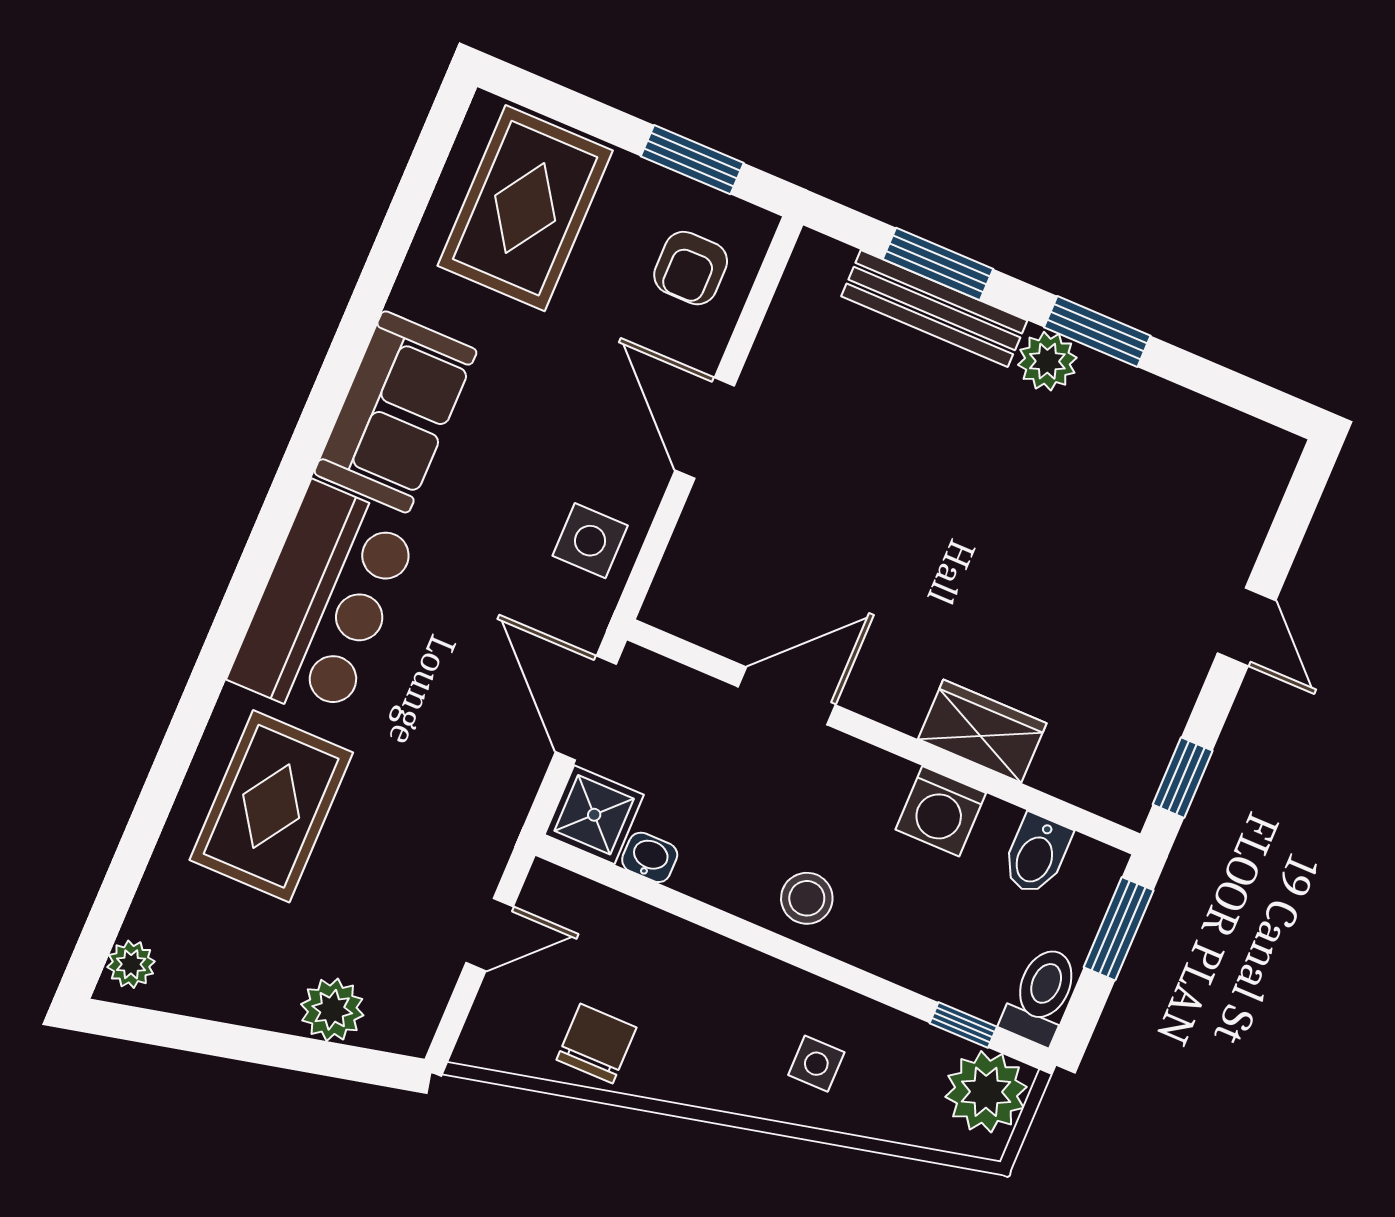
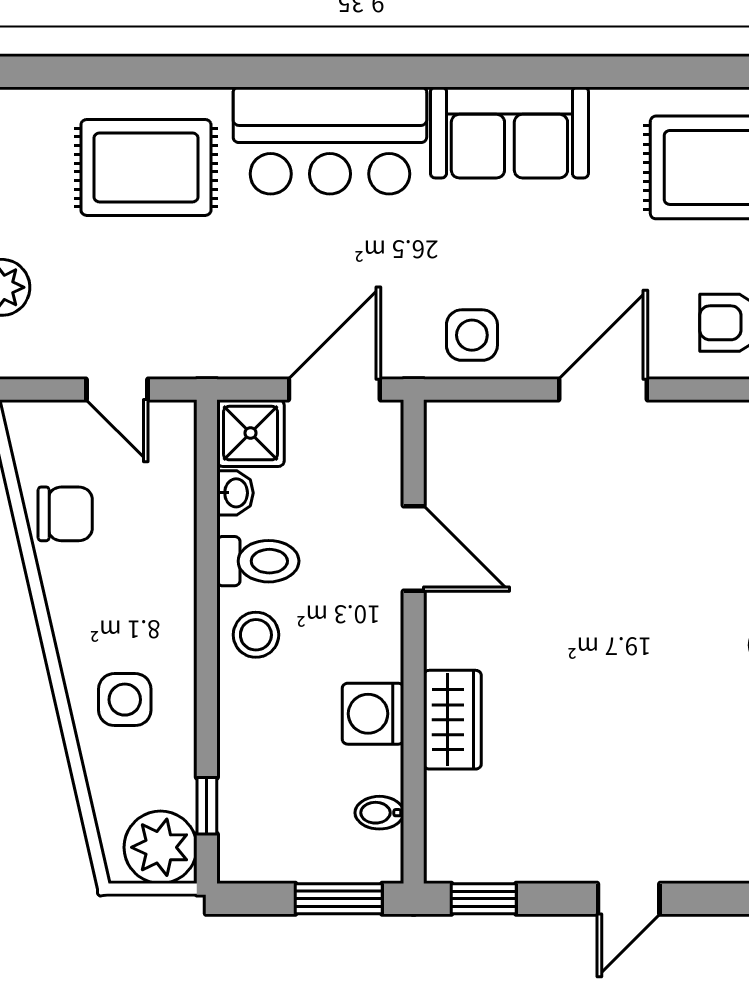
bidet: (1036, 855) -> (379, 813), width x0.72, depth x0.74
toilet: (1041, 995) -> (258, 561), moved
side table: (816, 1064) -> (125, 700), width x1.37, depth x1.37

